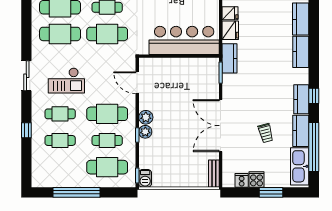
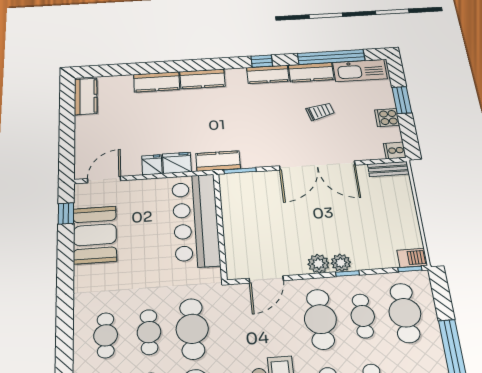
cooker: (242, 180) -> (395, 150), moved

